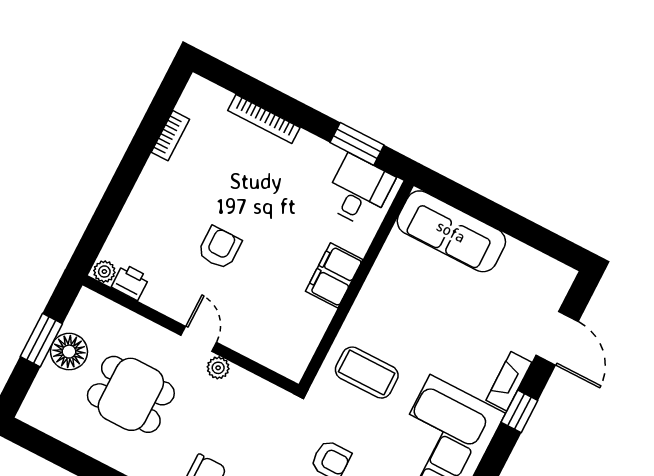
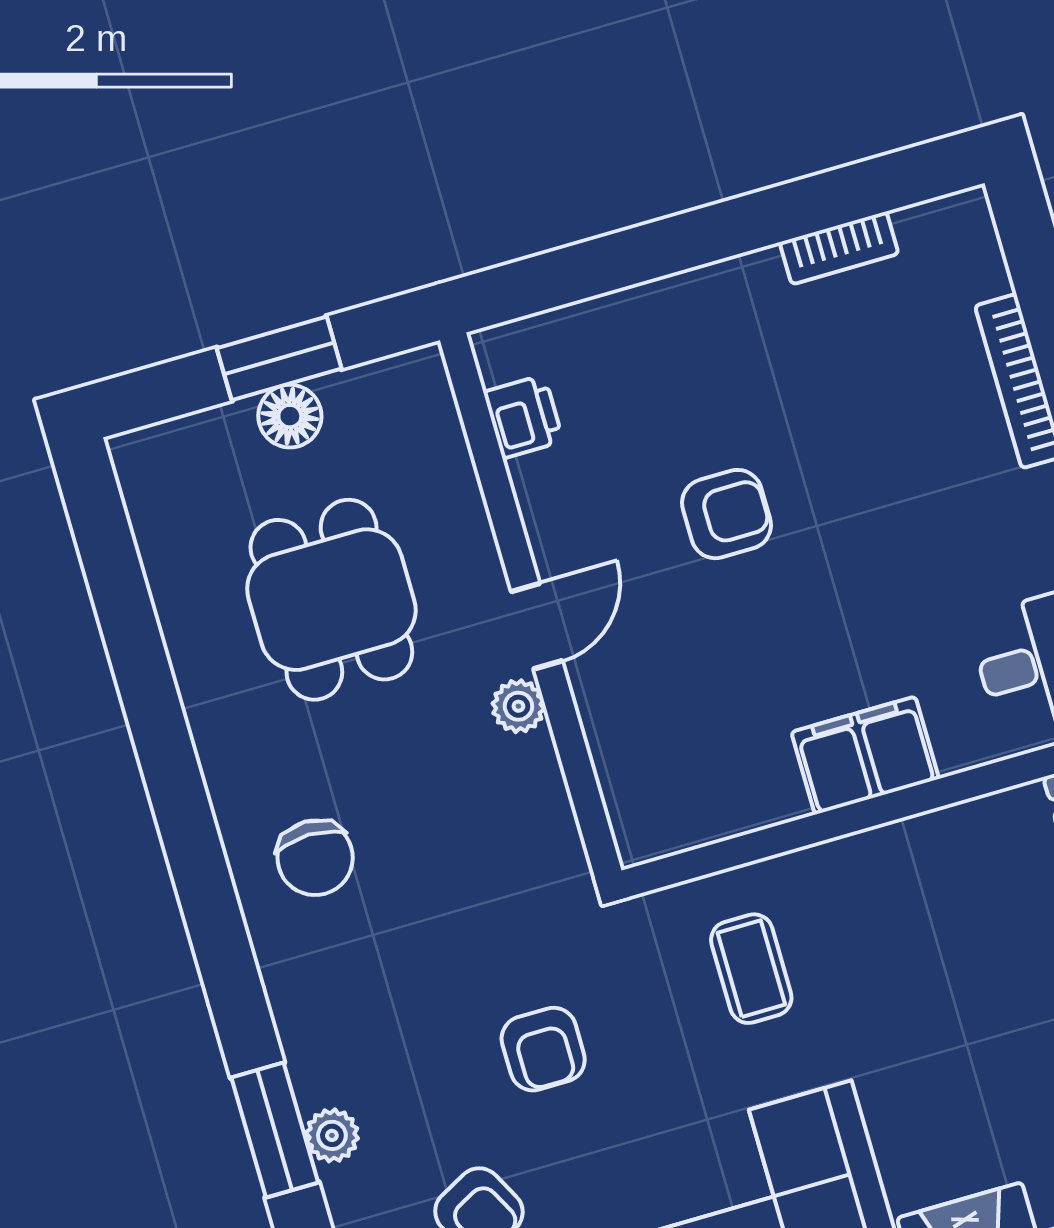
plant: (104, 272) -> (499, 355), removed
floor lamp: (69, 352) -> (290, 416), width x0.73, depth x0.73
coffee table: (367, 373) -> (751, 969), width x0.73, depth x0.77

